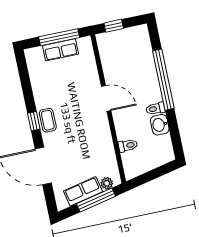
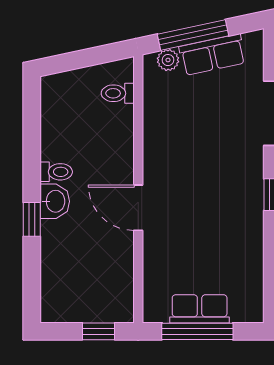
window: (163, 80) -> (32, 219), width x0.32
coffee table: (48, 120) -> (248, 191), removed
washbasin: (160, 125) -> (55, 201), moved
toilet: (128, 145) -> (118, 93), moved

